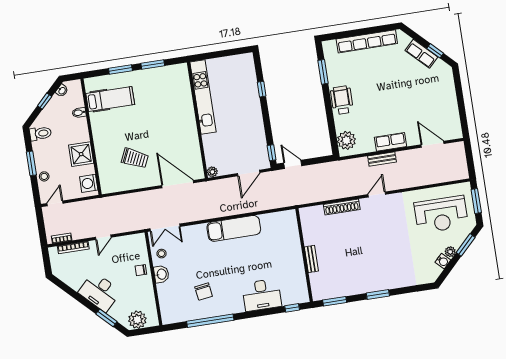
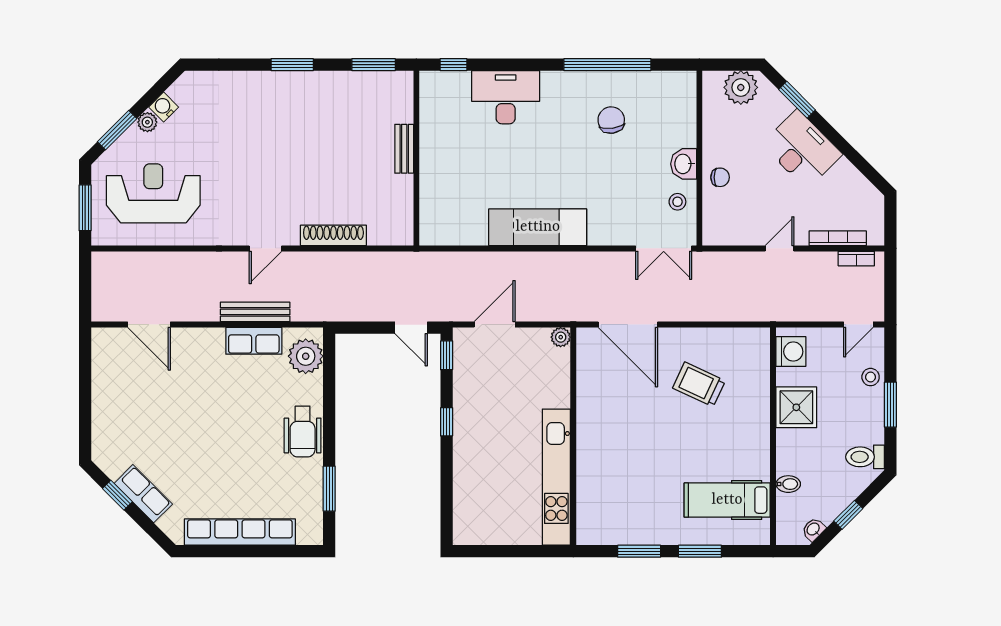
window: (262, 89) -> (447, 422), moved
row of seats: (390, 142) -> (254, 341), moved
bench: (382, 159) -> (255, 312), width x1.36
double door: (165, 228) -> (664, 248), swing flipped

